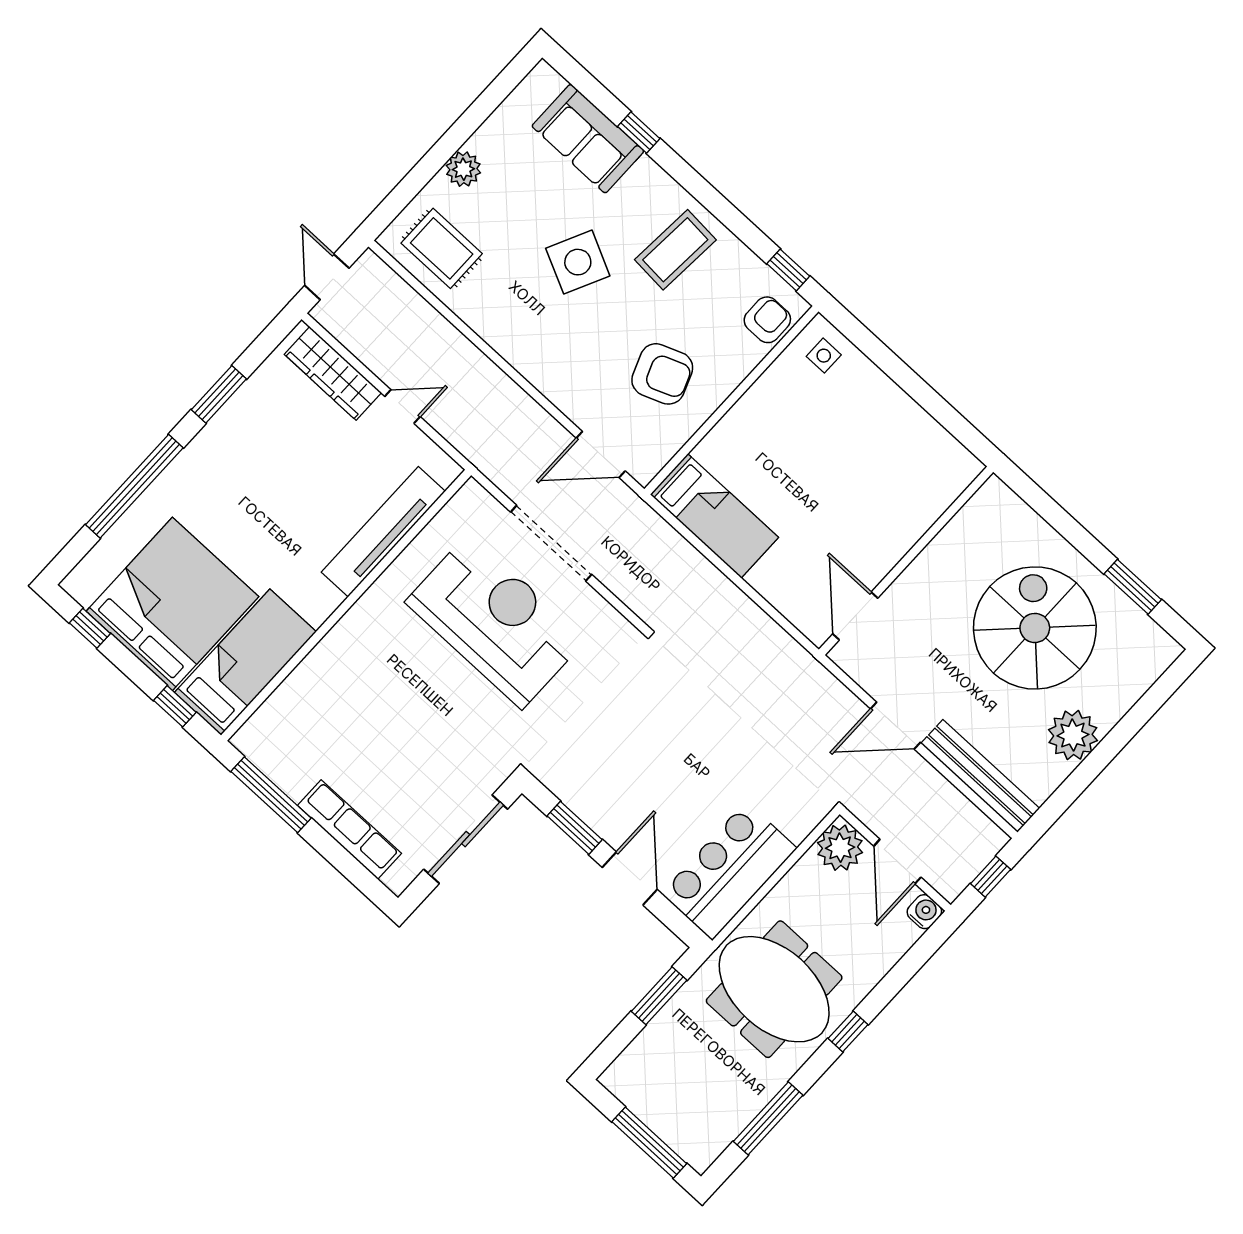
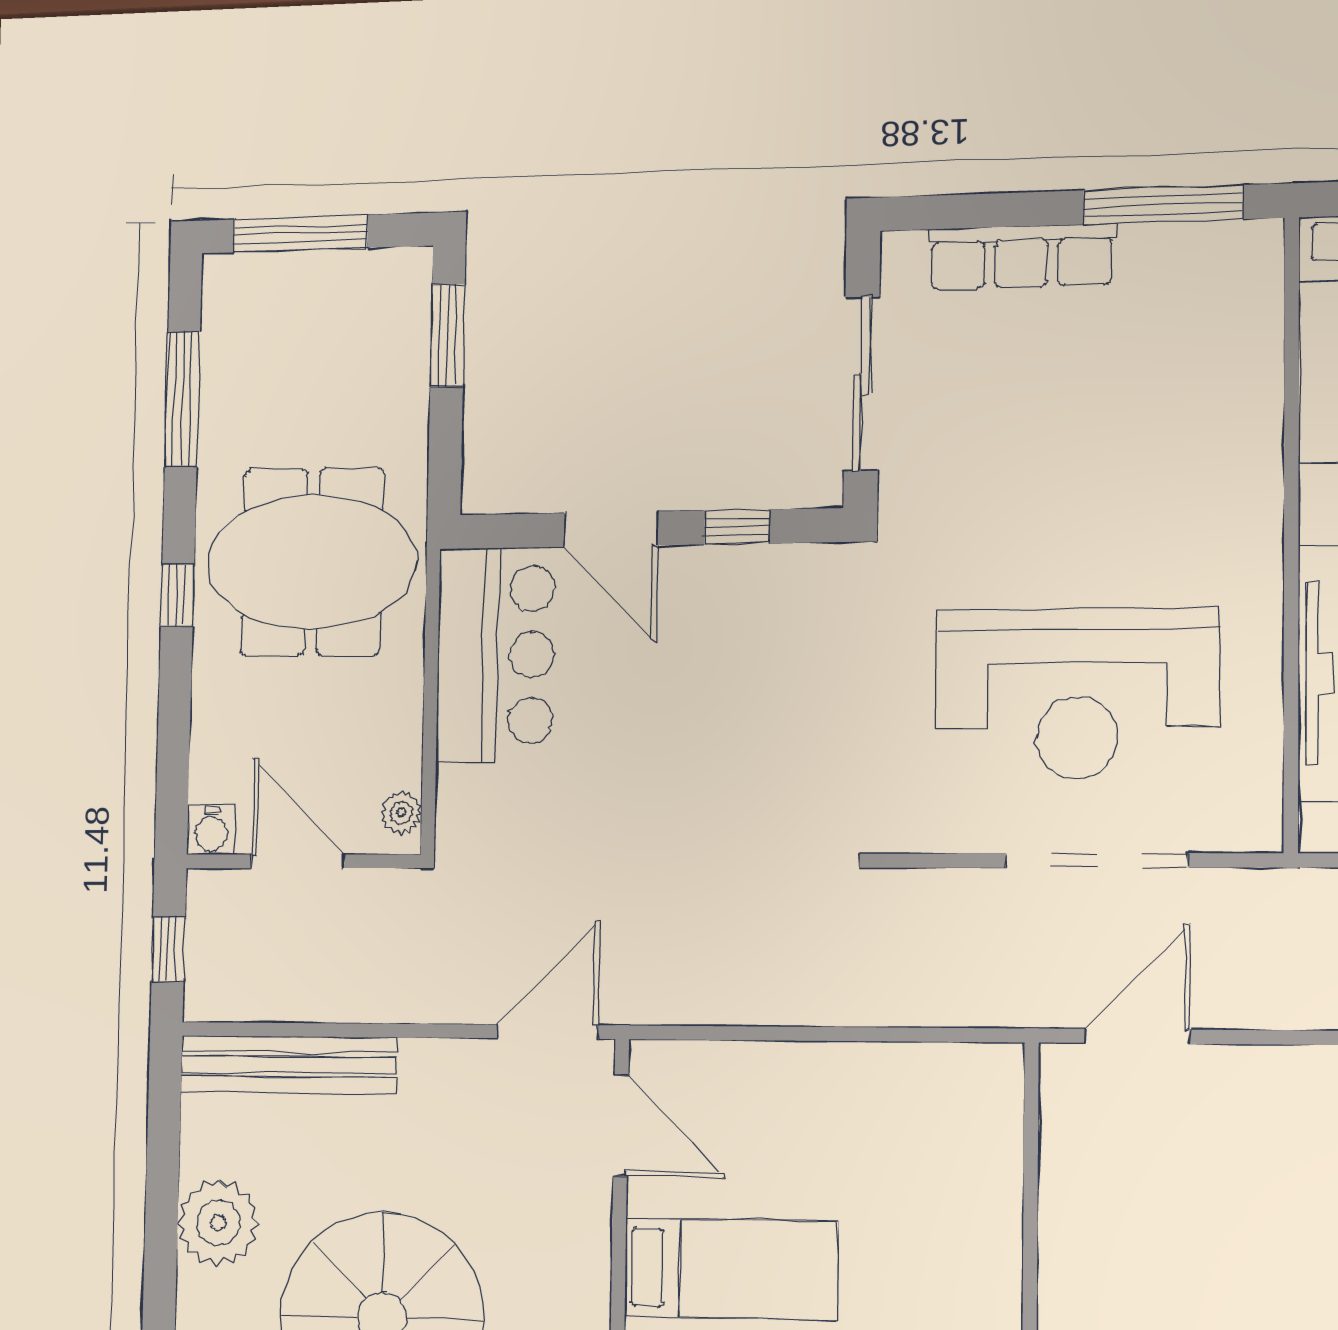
armchair: (662, 374) -> (1153, 1218), removed
bed: (714, 516) -> (731, 1269), moved, turned 180
door: (895, 726) -> (548, 1032), moved
window: (575, 828) -> (737, 527), width x0.67
plant: (840, 848) -> (401, 812), width x0.53, depth x0.53
window: (659, 996) -> (447, 335), moved

